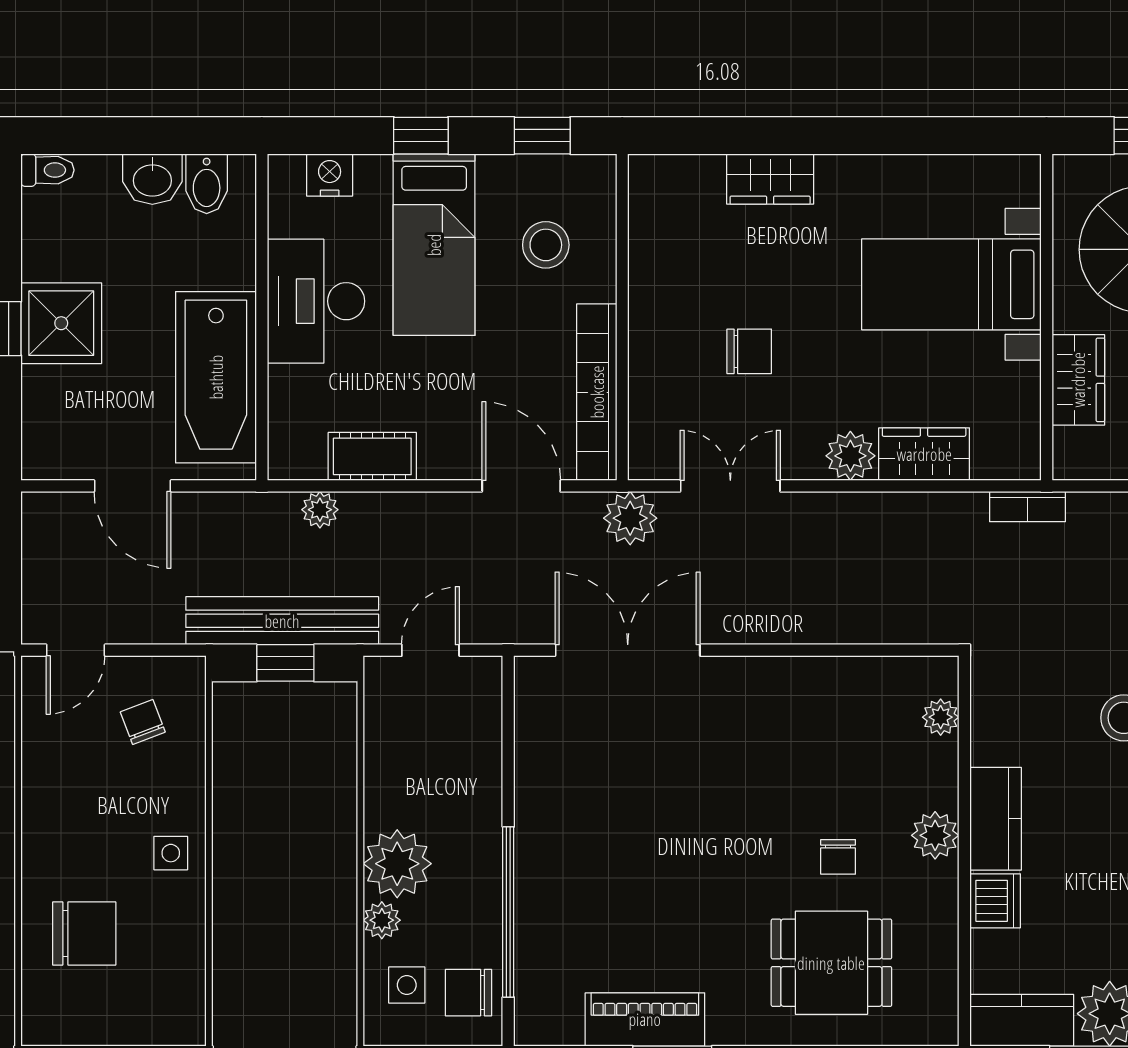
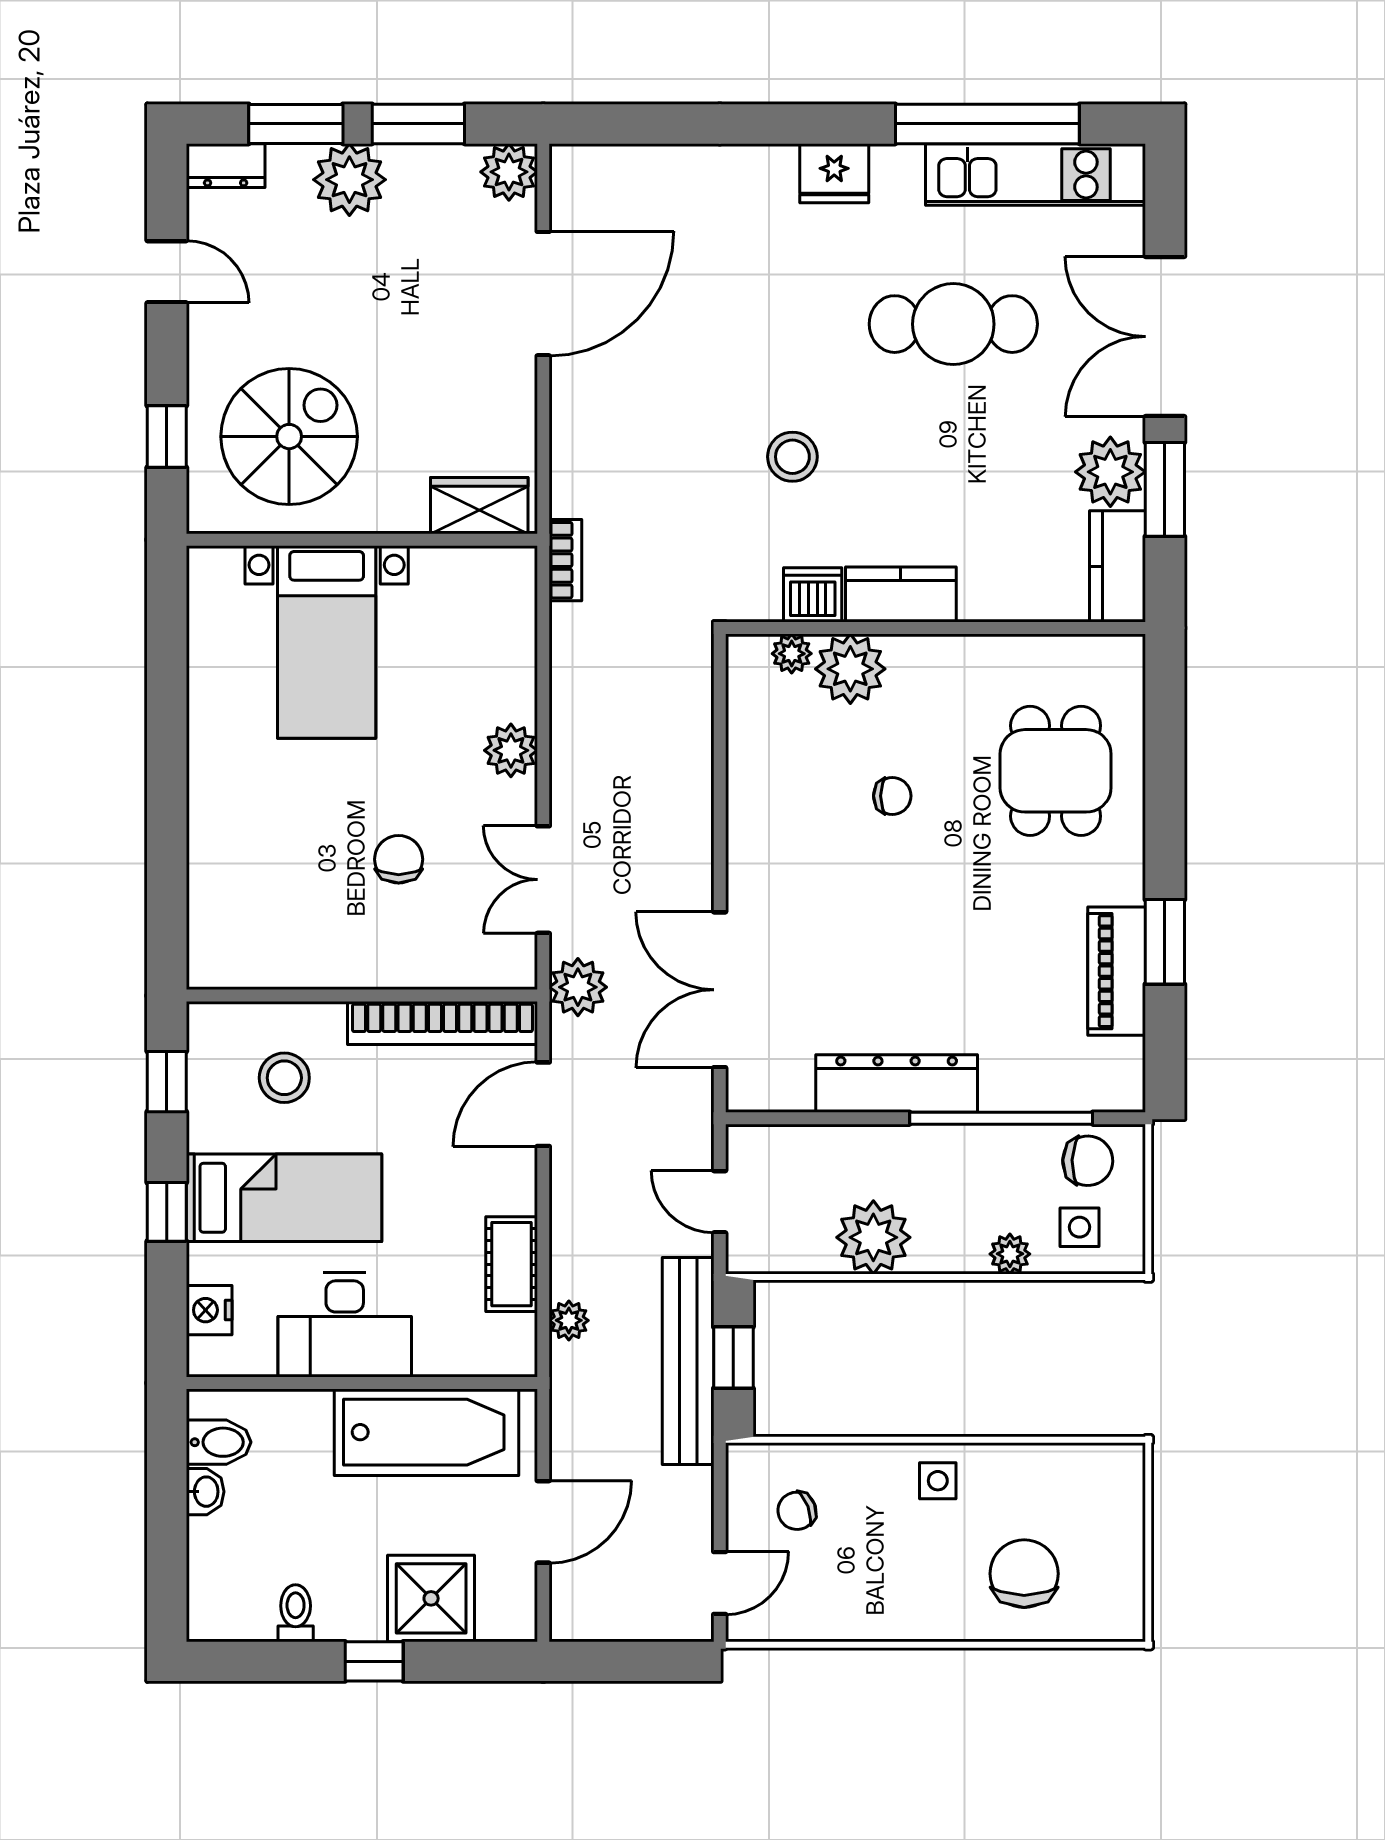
toilet: (47, 170) -> (296, 1613), moved
washbasin: (152, 179) -> (205, 1492), width x0.72, depth x0.69
wardrobe: (770, 179) -> (213, 837), removed
shower: (61, 323) -> (431, 1598), moved
wardrobe: (1078, 380) -> (479, 506), moved
wardrobe: (924, 454) -> (509, 671), removed
door: (76, 650) -> (720, 1583), hinge flipped
dresser: (540, 815) -> (897, 1083), added
plant: (935, 835) -> (850, 669), moved, width x1.36, depth x1.36
chair: (838, 857) -> (892, 796), moved
plant: (397, 864) -> (873, 1237), moved
dishwasher: (995, 901) -> (813, 595), moved
chair: (469, 993) -> (1088, 1161), turned -88

